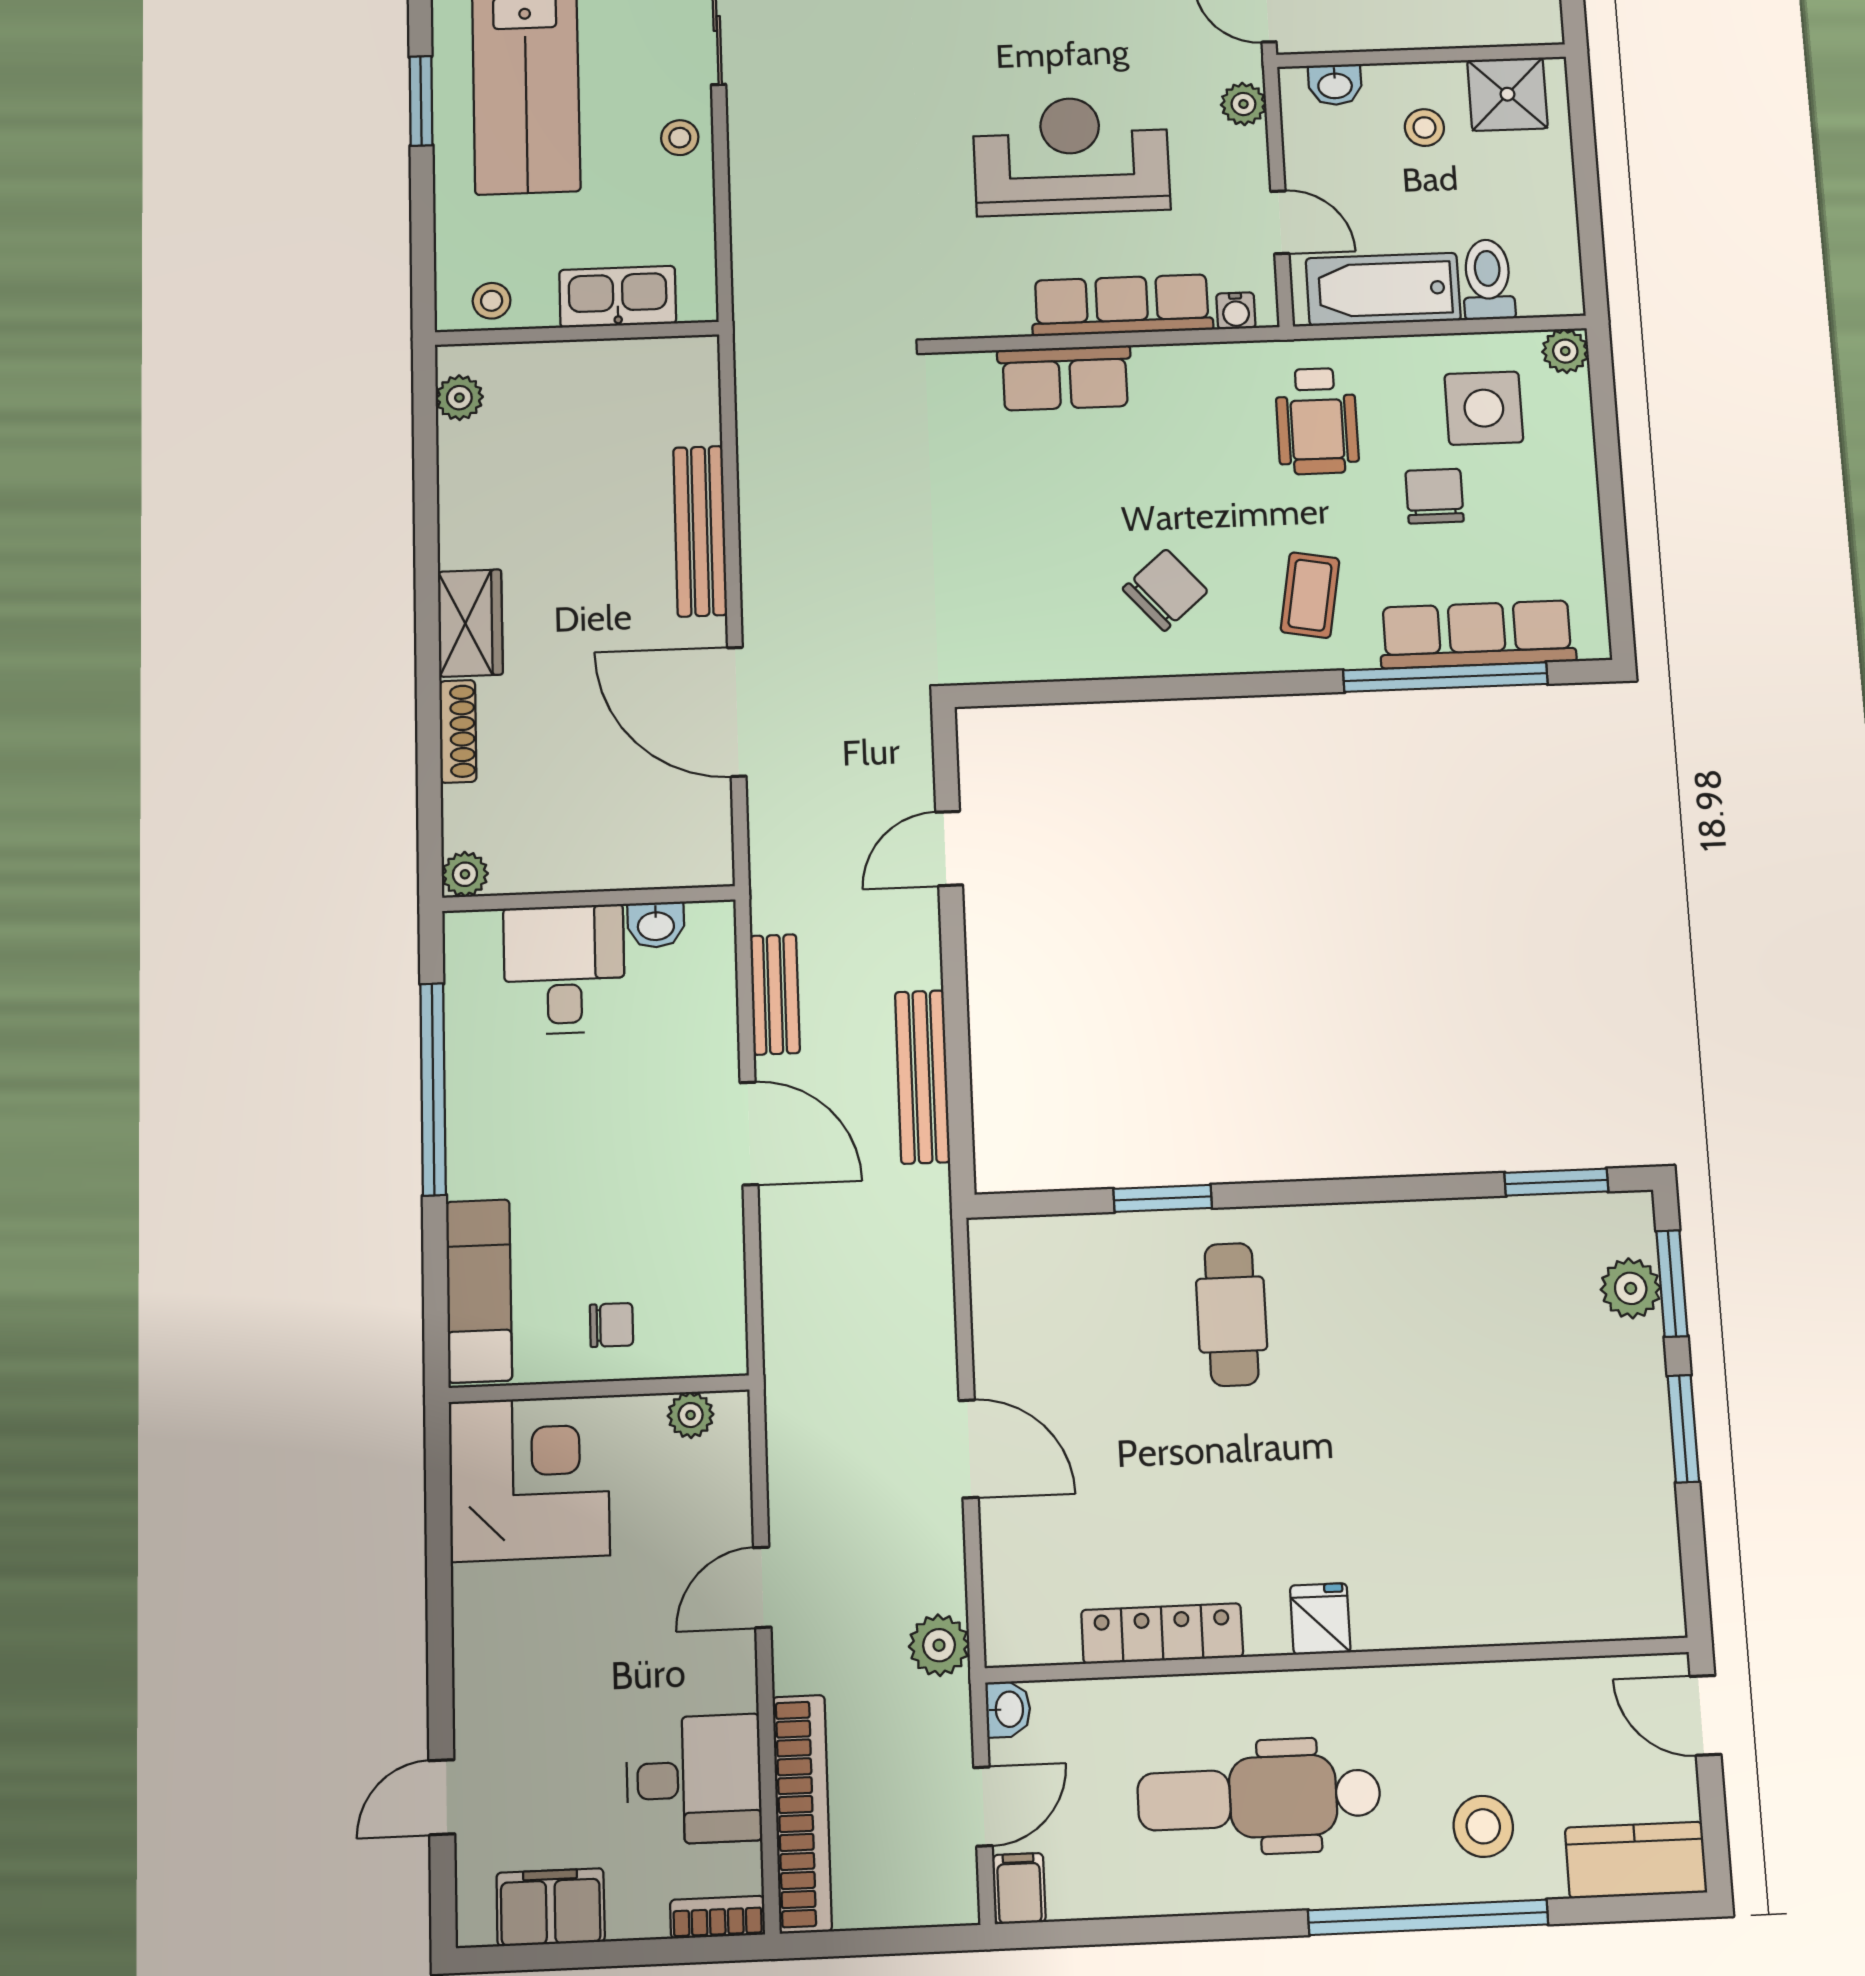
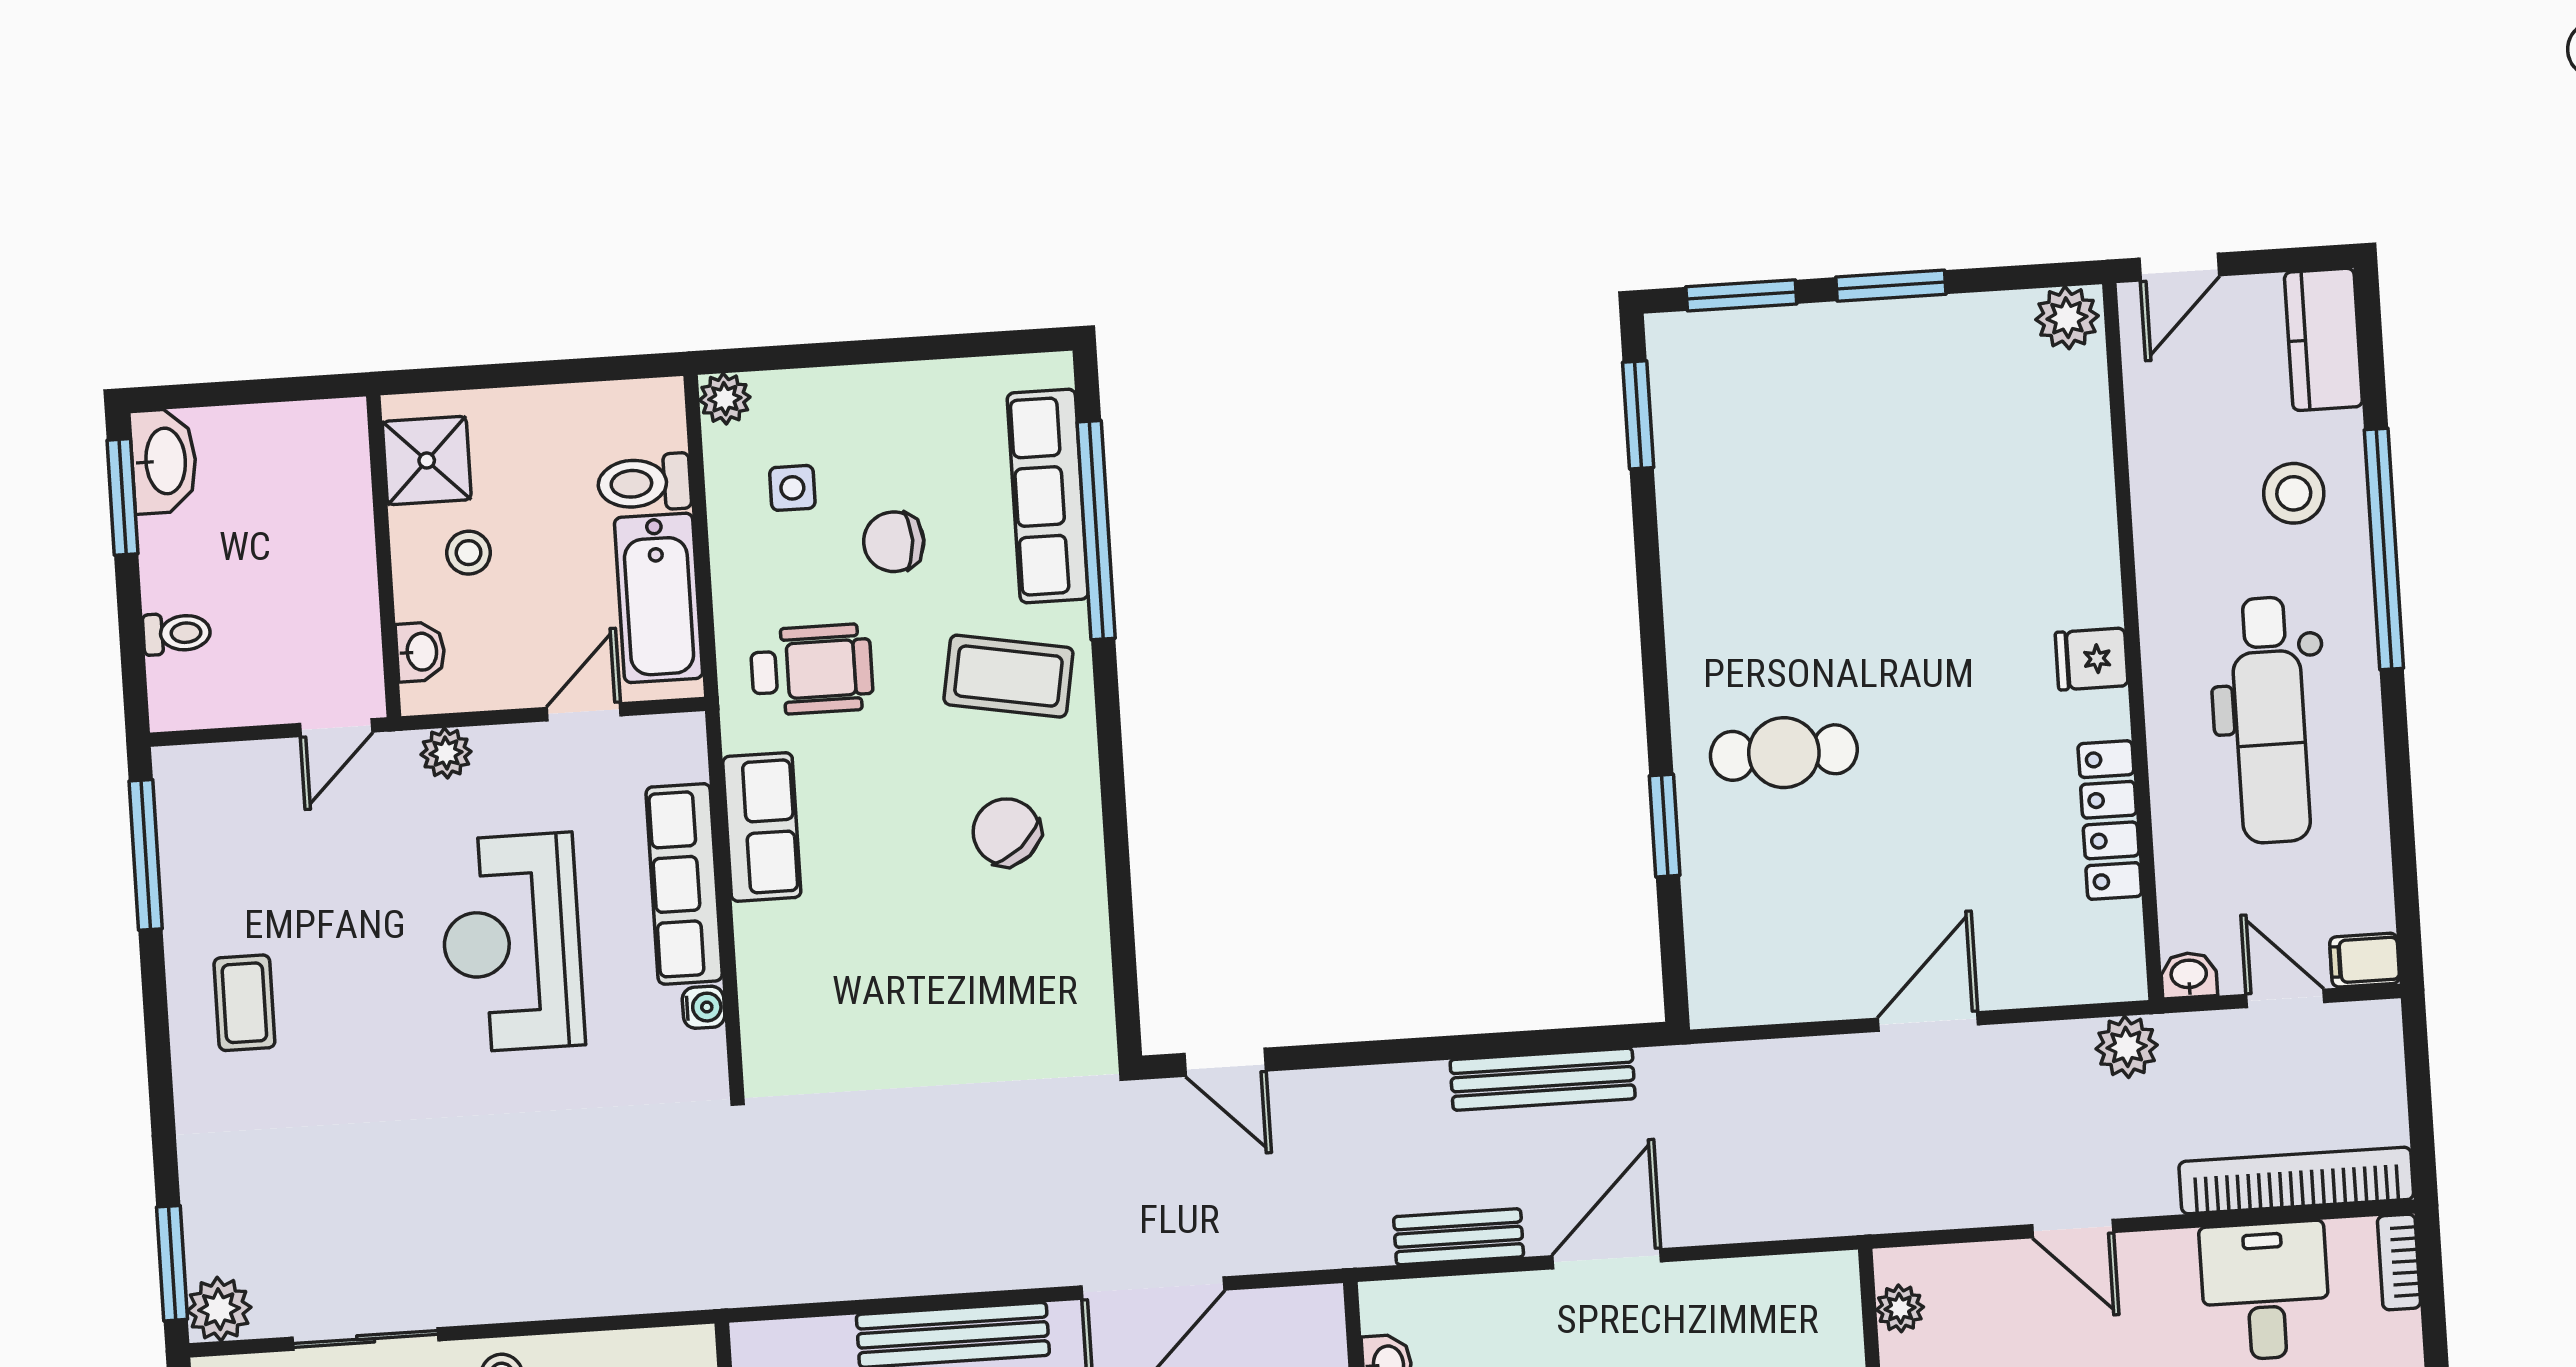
water cooler: (1236, 311) -> (704, 1007), moved
row of seats: (1065, 378) -> (762, 827), moved
side table: (1484, 408) -> (792, 488), width x0.54, depth x0.54
coffee table: (1310, 595) -> (1008, 676), width x1.36, depth x1.30
door: (949, 848) -> (1225, 1062), moved
plant: (1631, 1288) -> (2067, 318), moved

